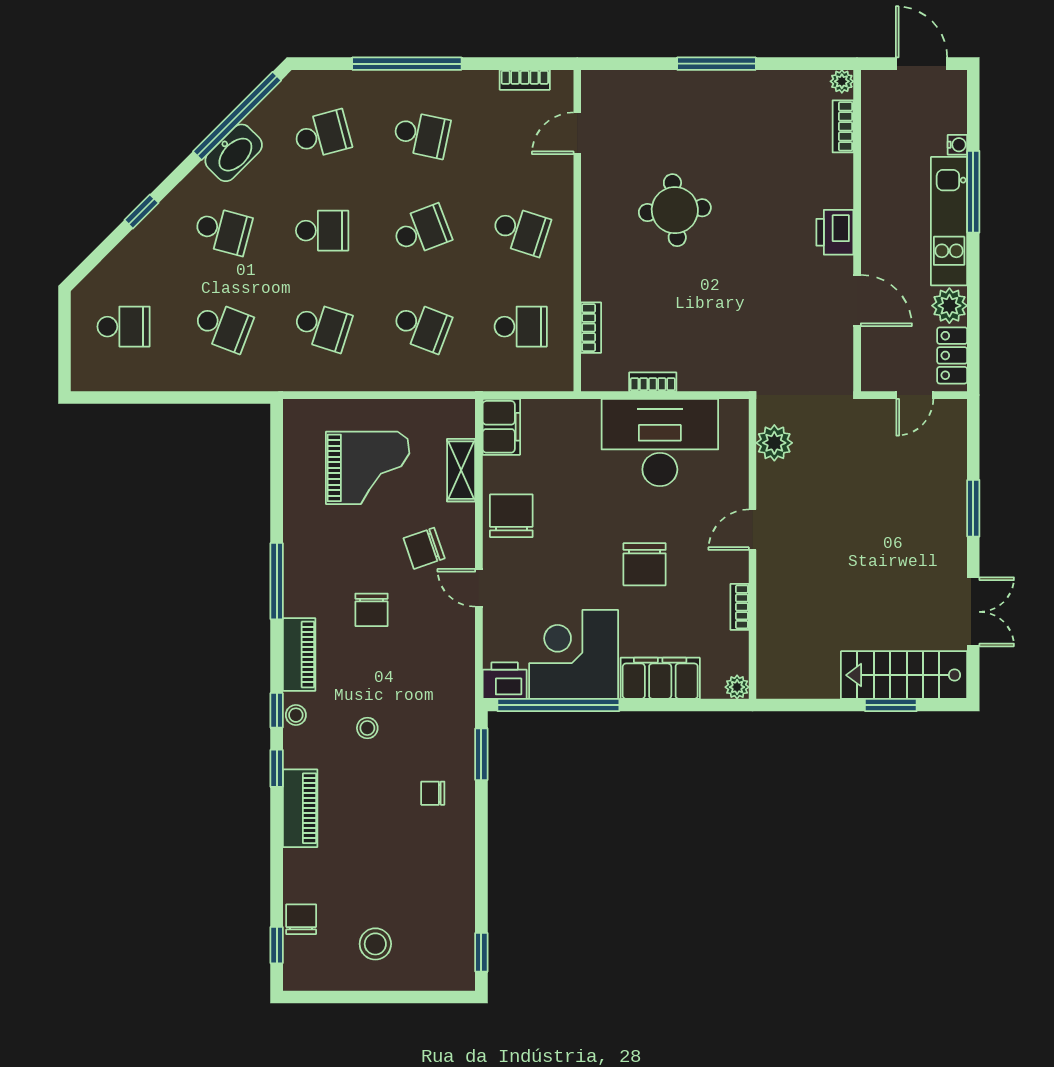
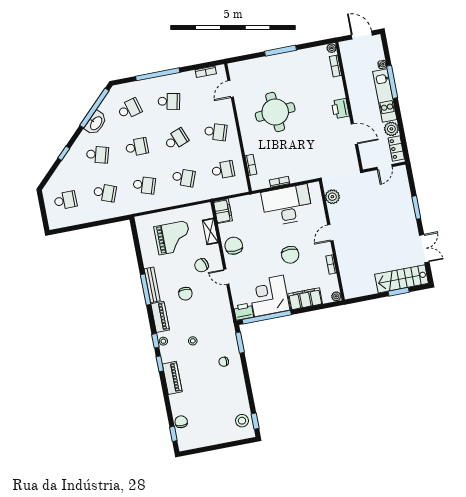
round table: (675, 210) -> (275, 112), width x1.36, depth x1.36
bench: (295, 573) -> (152, 285), added
stool: (375, 944) -> (242, 421), moved

